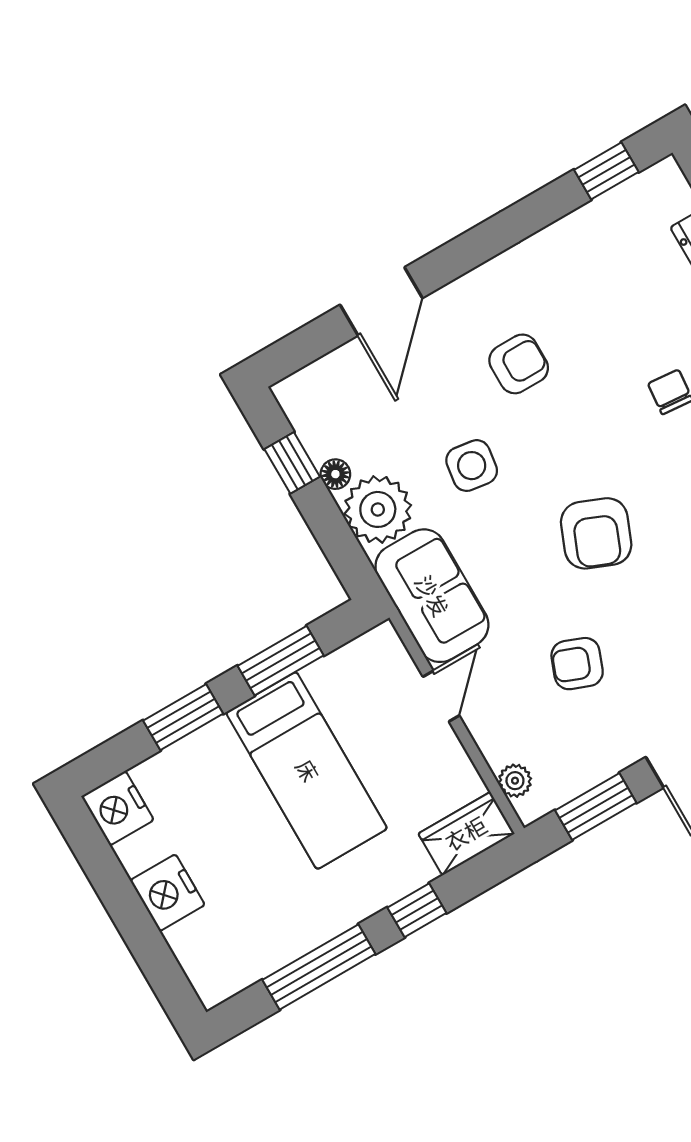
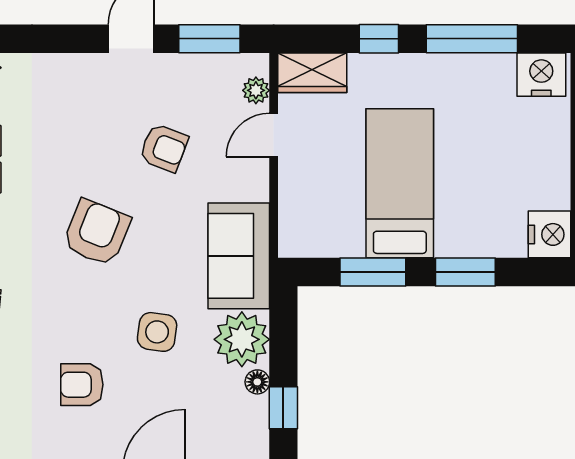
door: (441, 696) -> (274, 135), moved
nightstand: (167, 893) -> (541, 75), moved, turned -90

